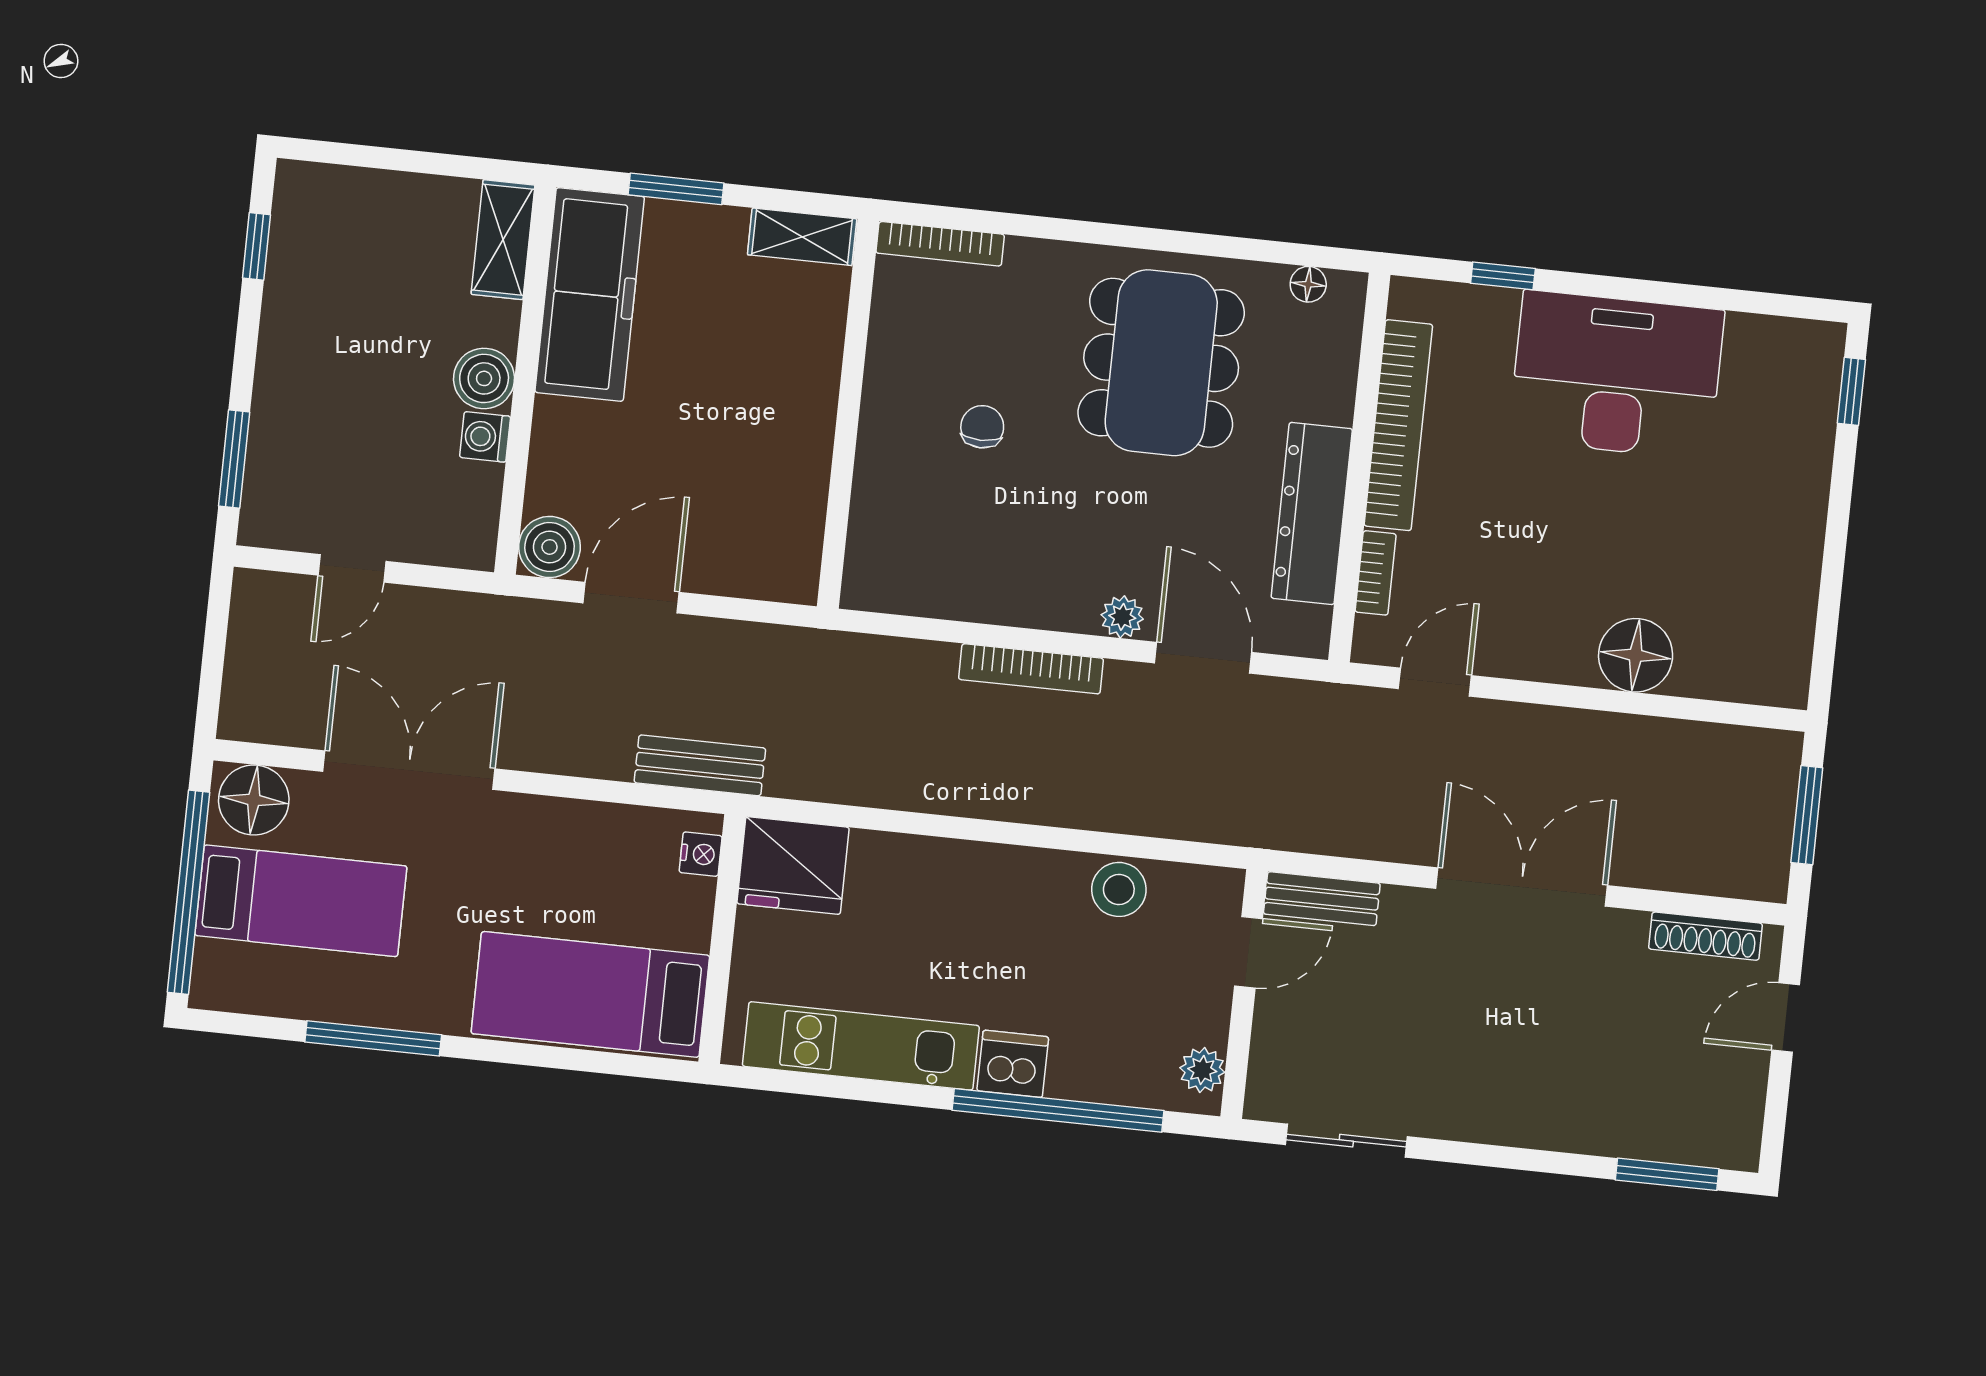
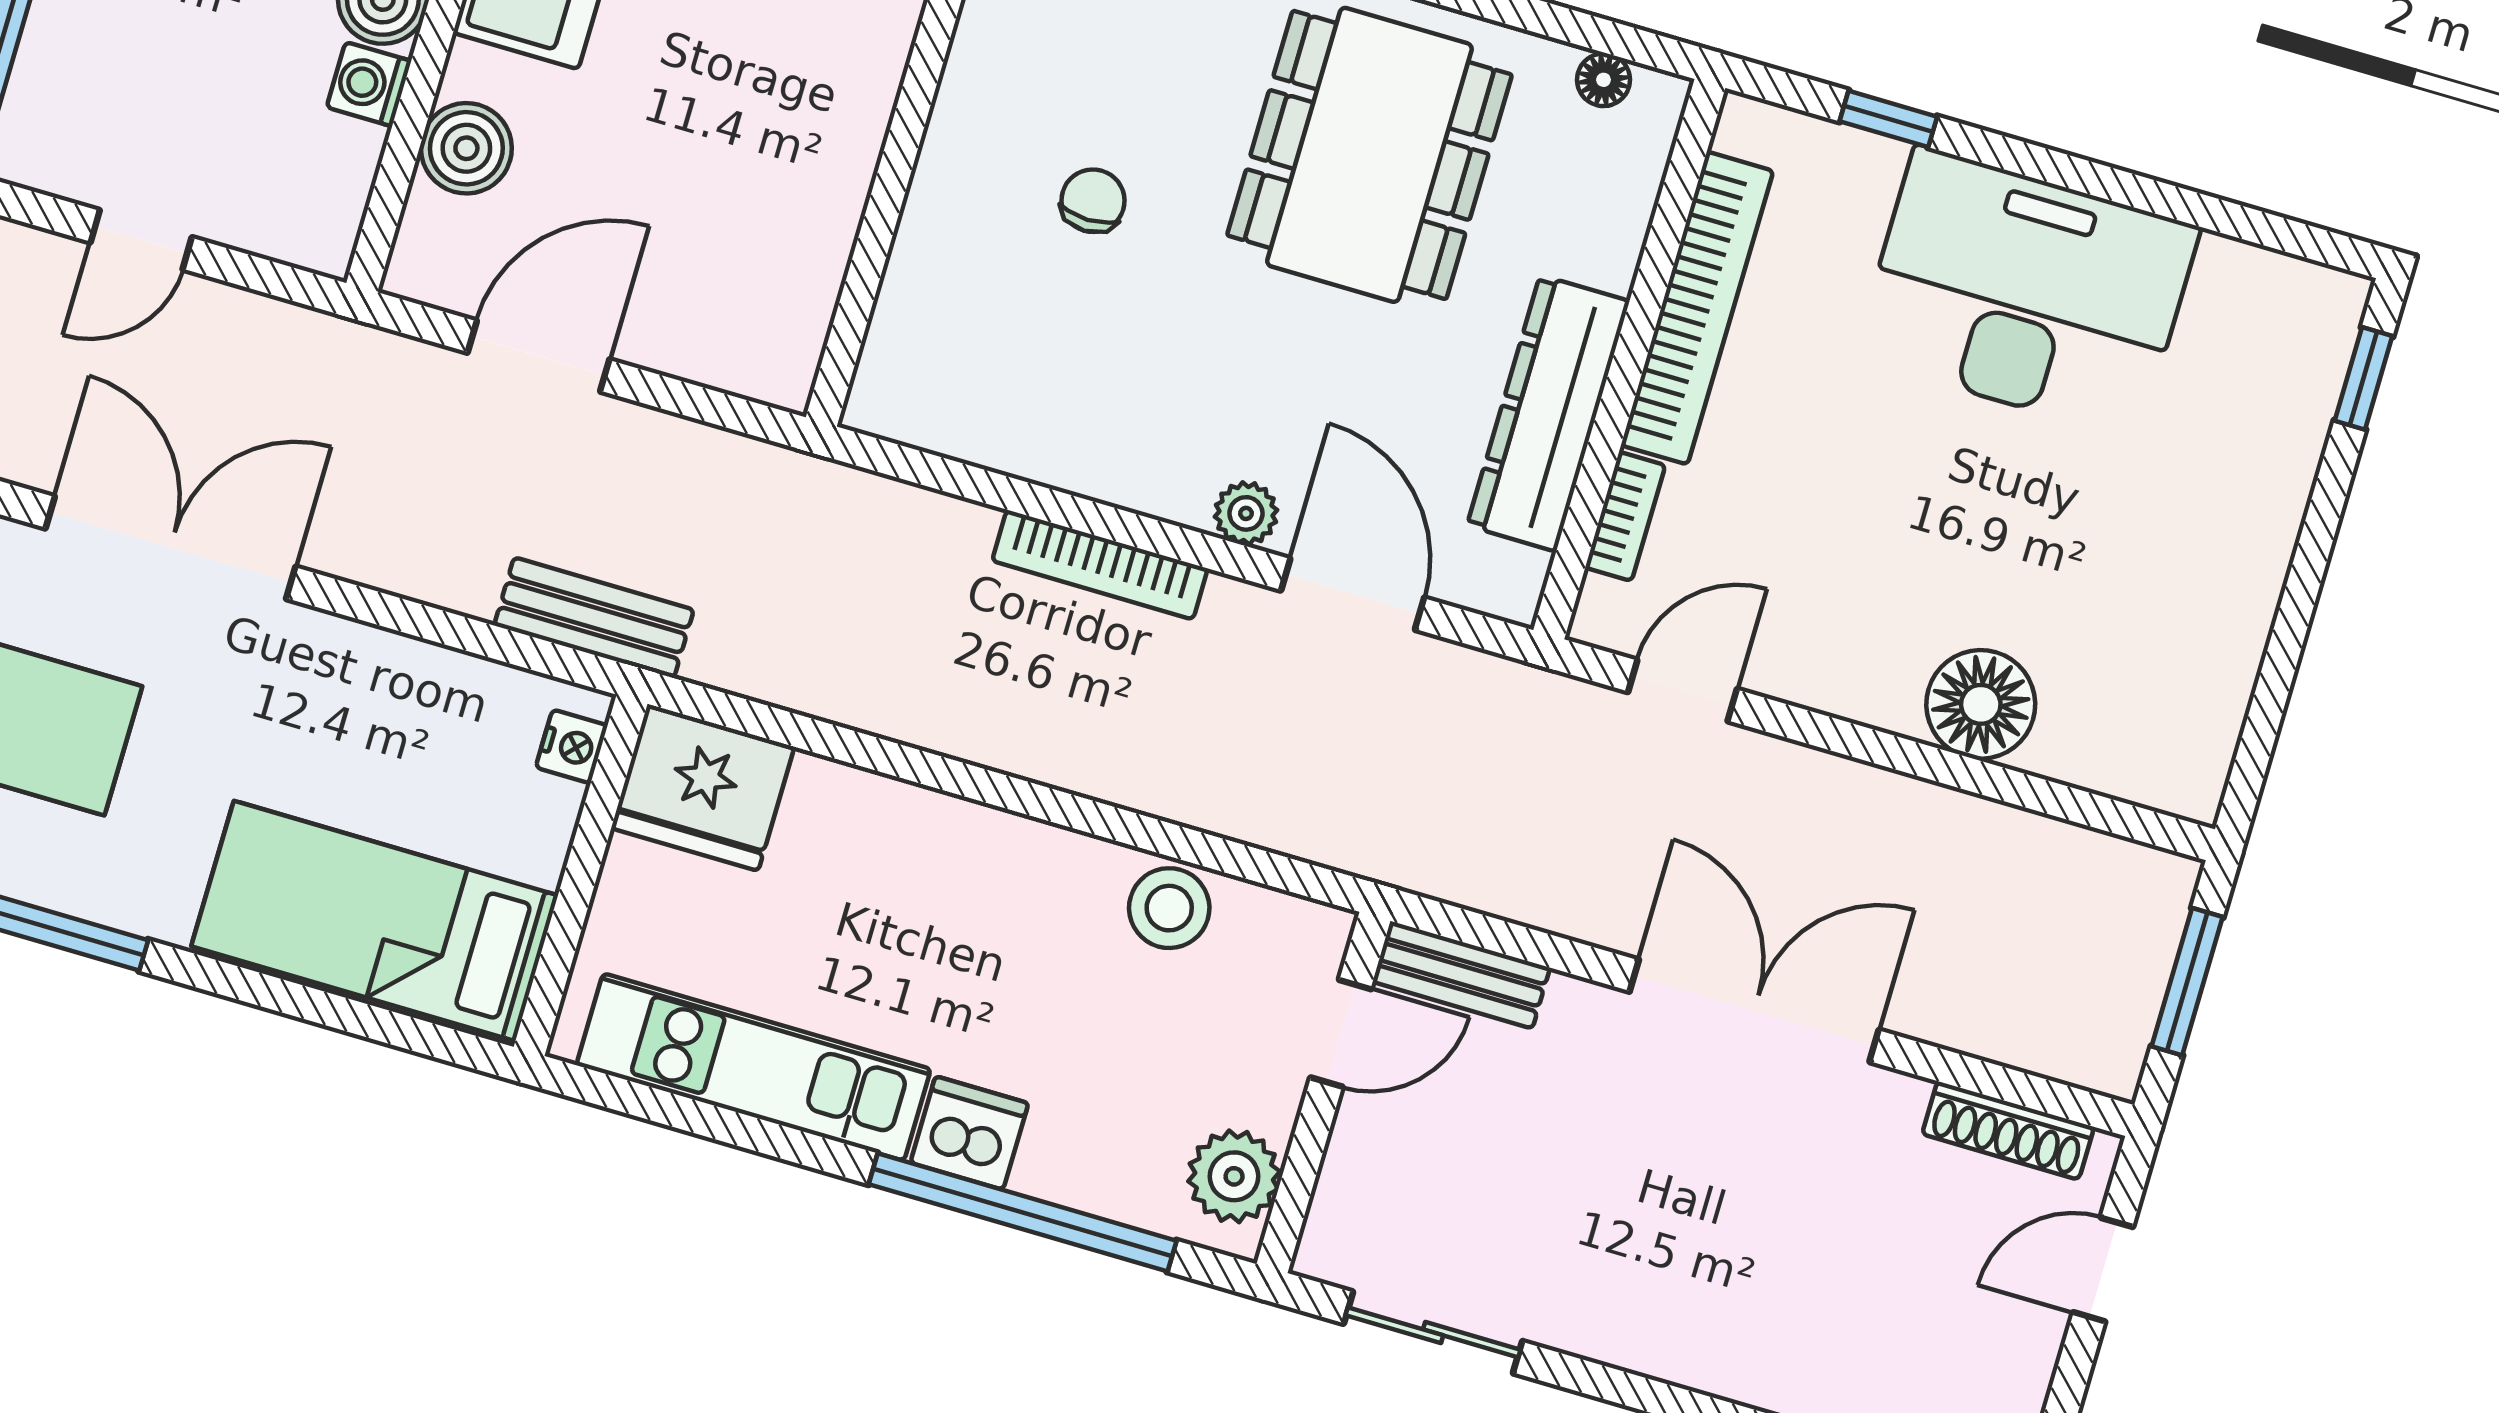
boiler: (550, 547) -> (466, 148), moved
plant: (1202, 1070) -> (1234, 1176), width x1.38, depth x1.38

